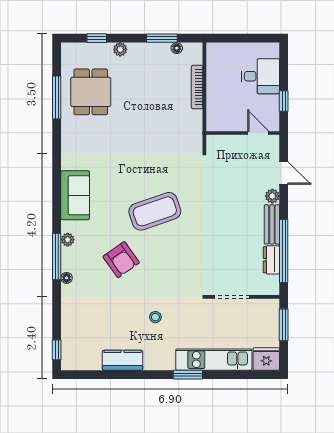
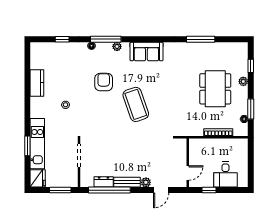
dining table: (91, 92) -> (215, 89), moved, width x1.38
window: (57, 98) -> (201, 39), moved
armchair: (121, 260) -> (104, 82), turned 125
window: (57, 350) -> (62, 39), moved
window: (188, 375) -> (27, 146), moved

